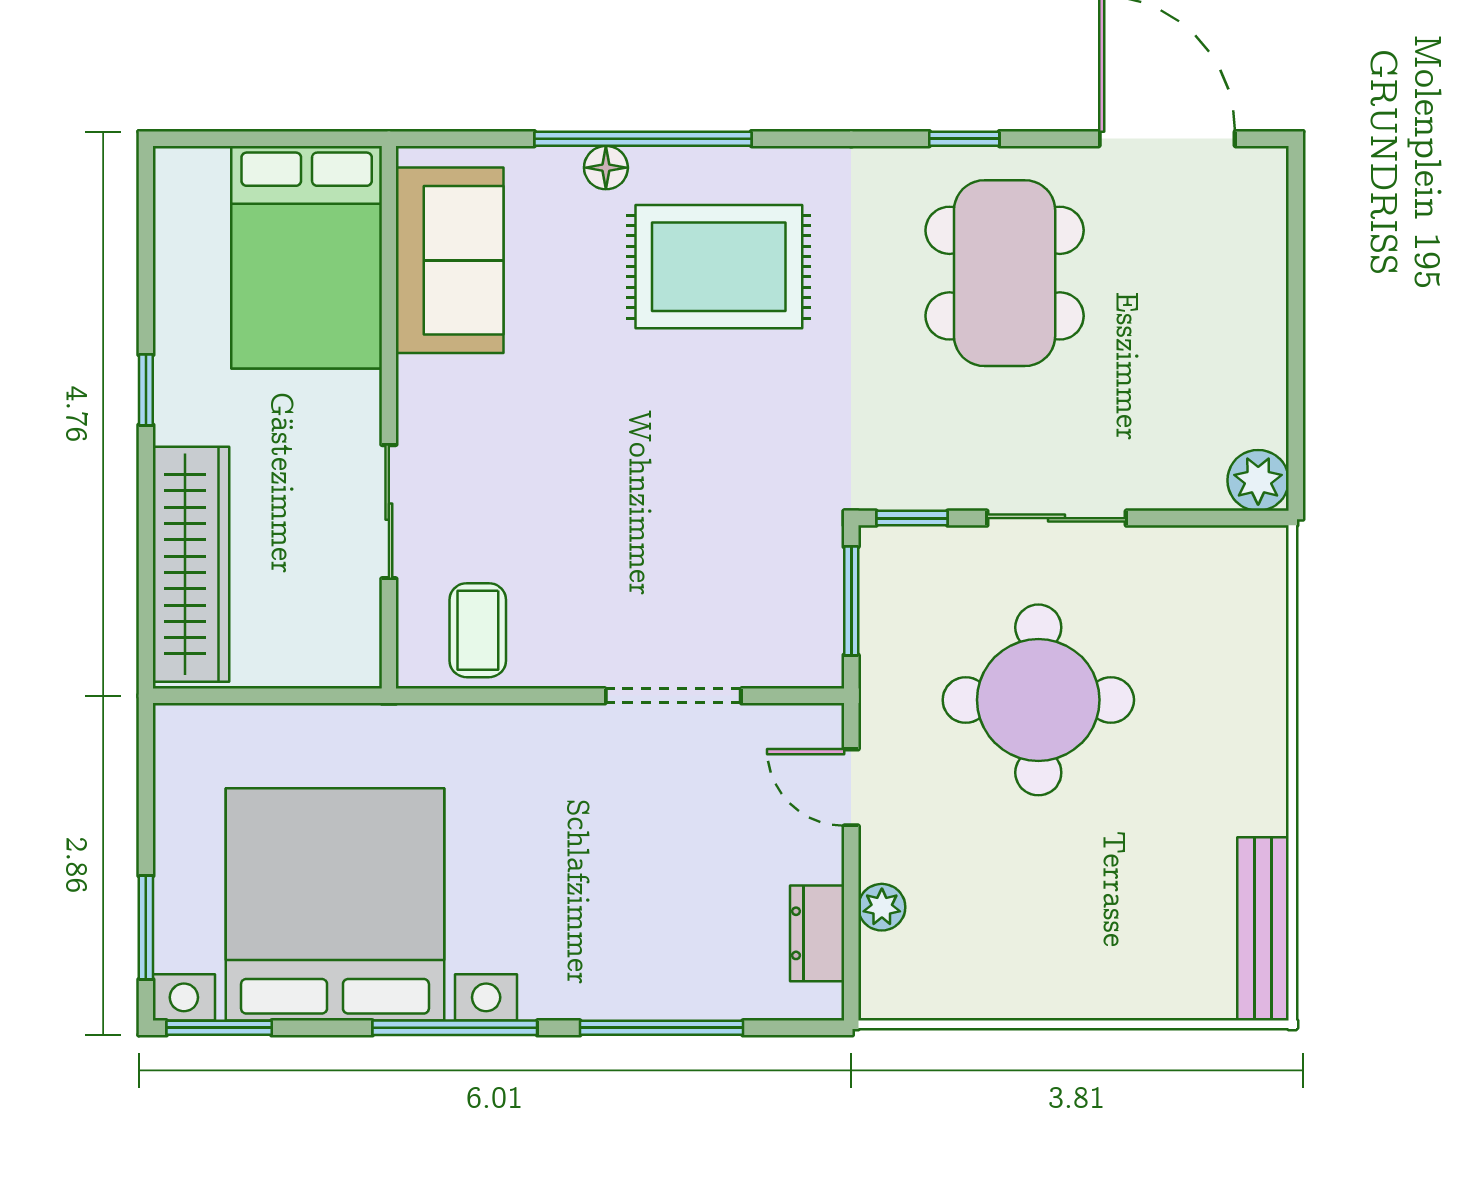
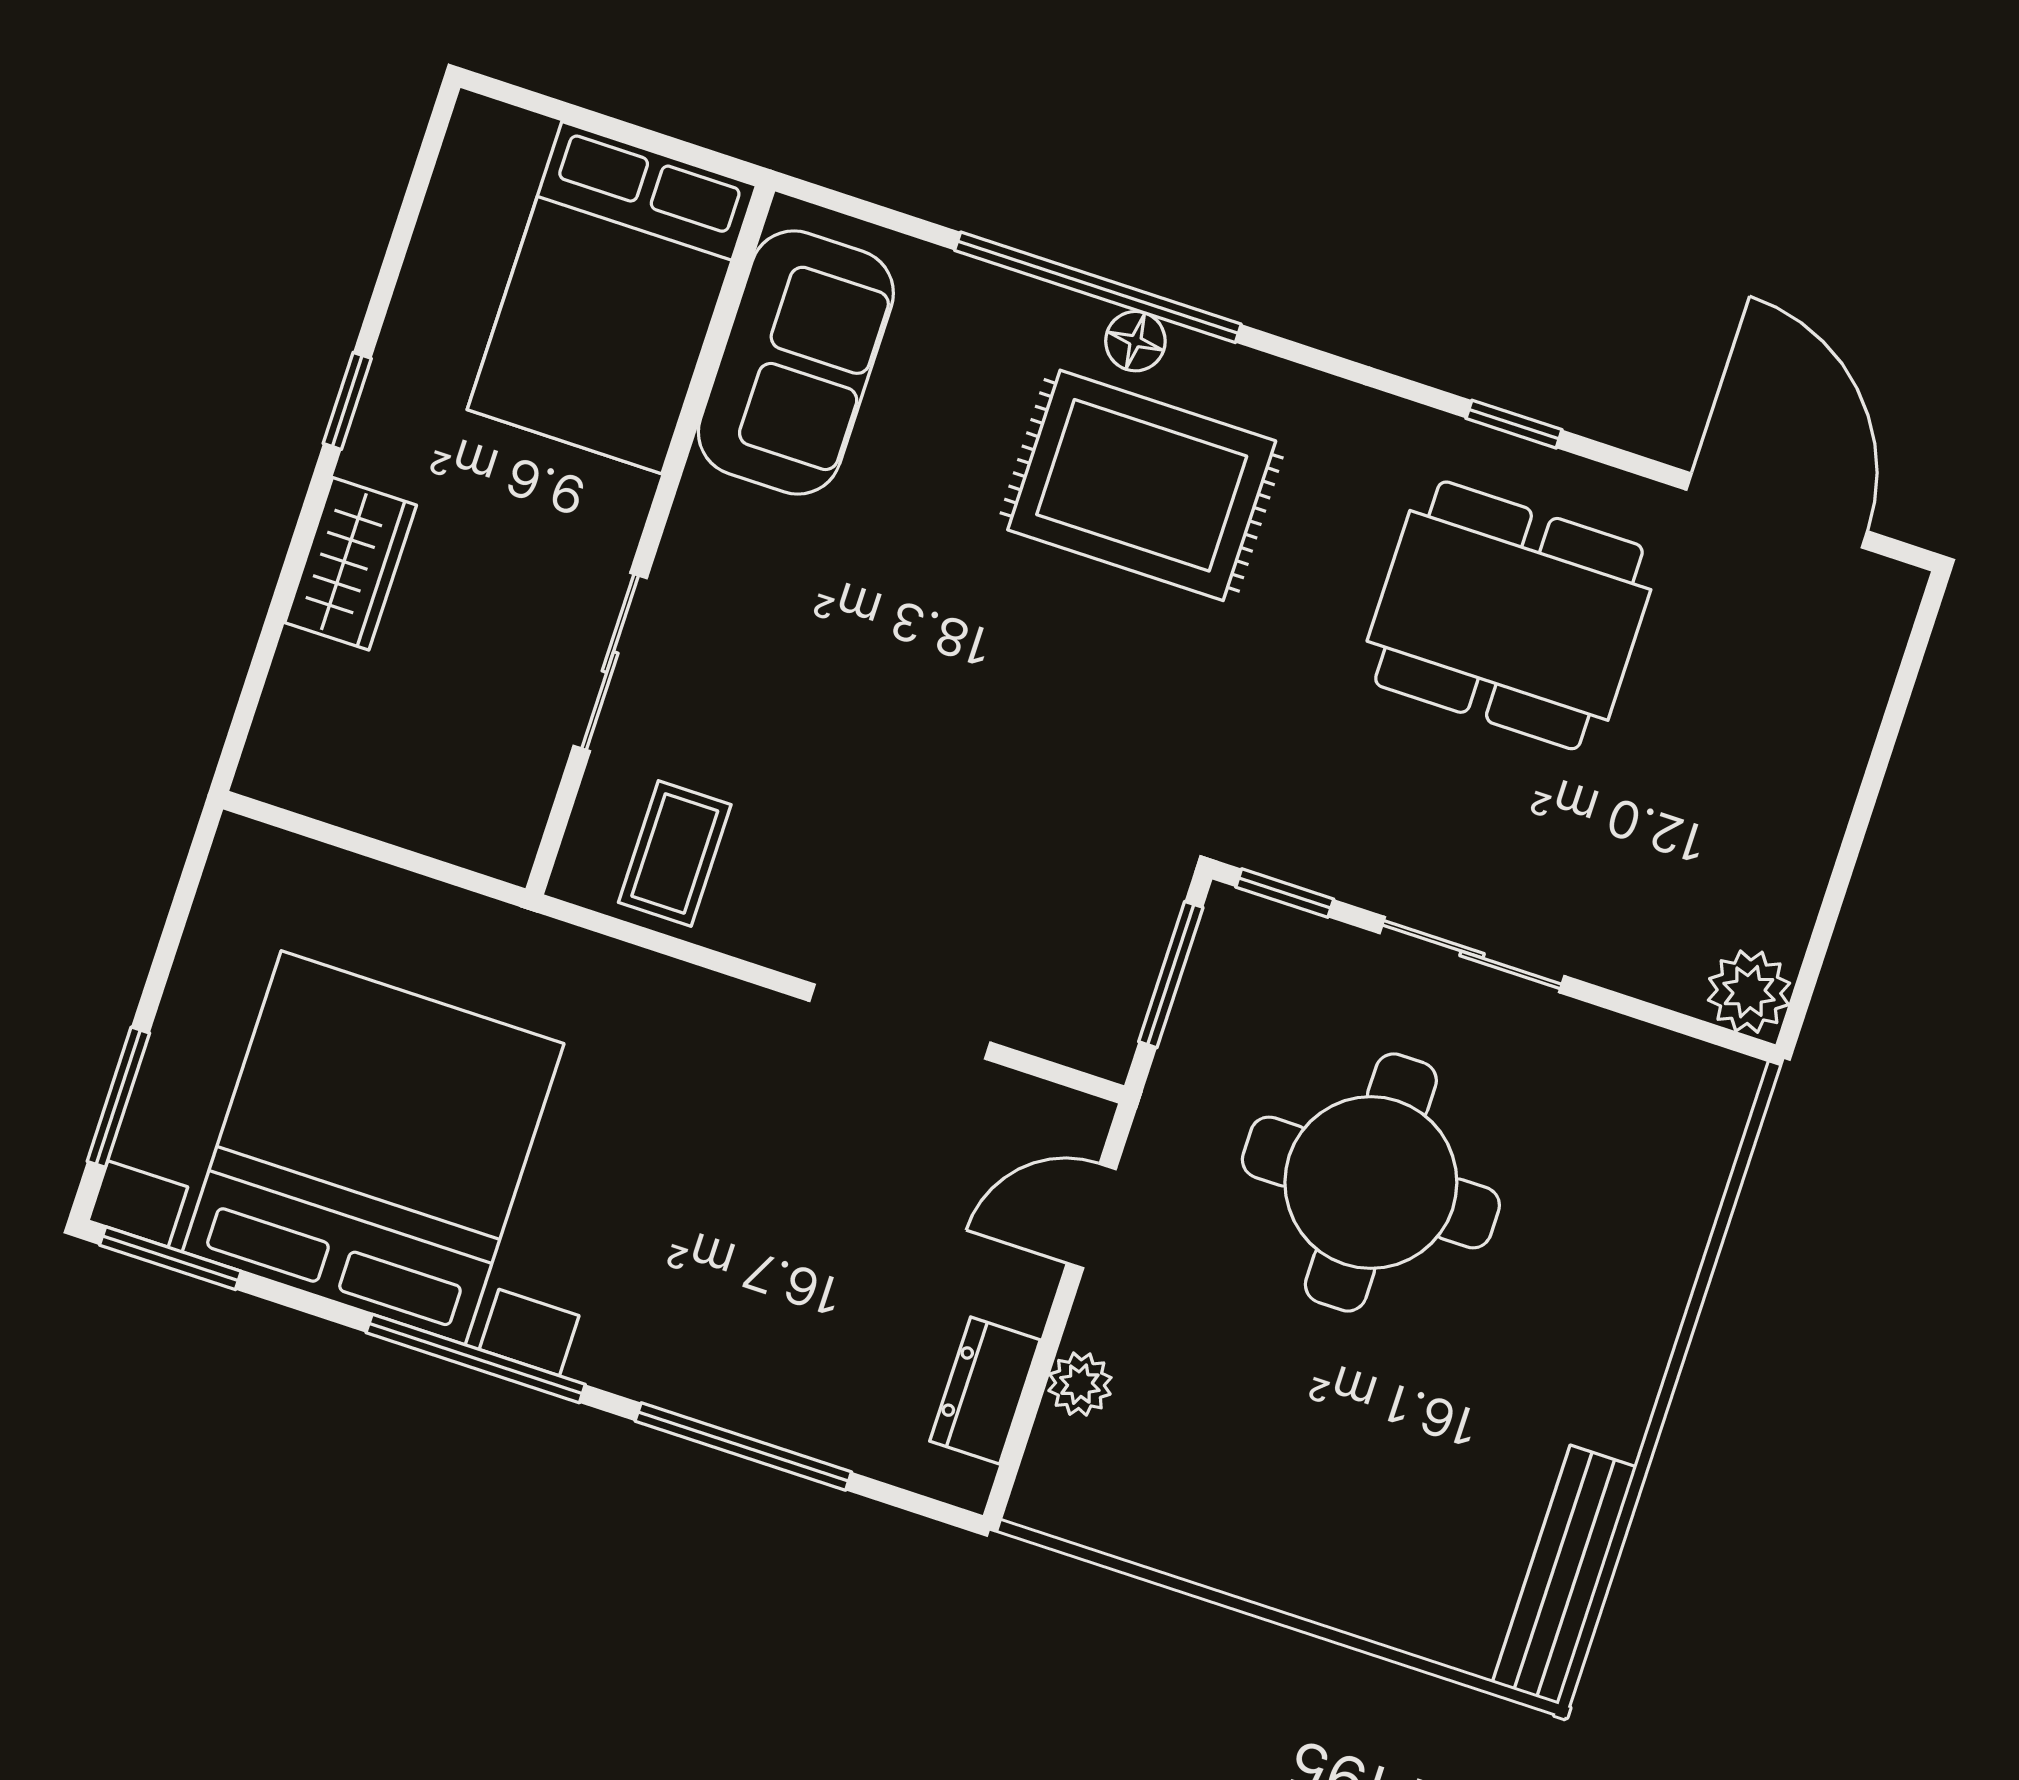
floor lamp: (606, 168) -> (1135, 341), moved
dining table: (1005, 273) -> (1509, 615), turned 90
wardrobe: (191, 564) -> (351, 564), width x0.48, depth x0.85
door: (851, 787) -> (1091, 1216), hinge flipped

